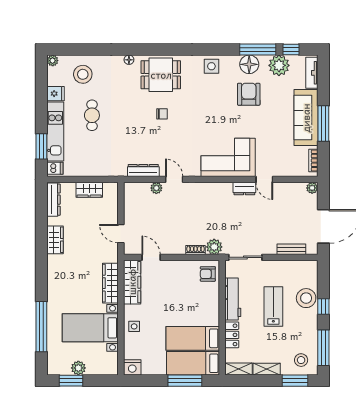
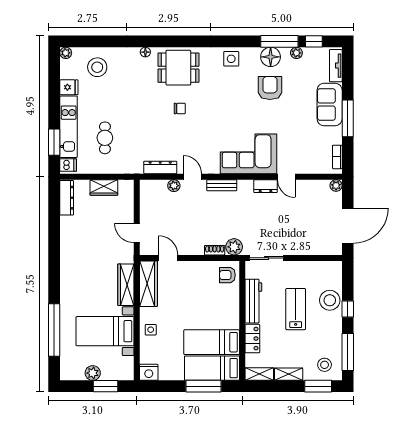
plant: (279, 65) -> (296, 53), width x0.53, depth x0.53
cafe table: (92, 115) -> (105, 138), moved
sofa: (306, 118) -> (330, 105), width x0.73
wardrobe: (55, 240) -> (68, 240), removed
bench: (291, 249) -> (222, 185), moved
window: (71, 381) -> (106, 386), moved

